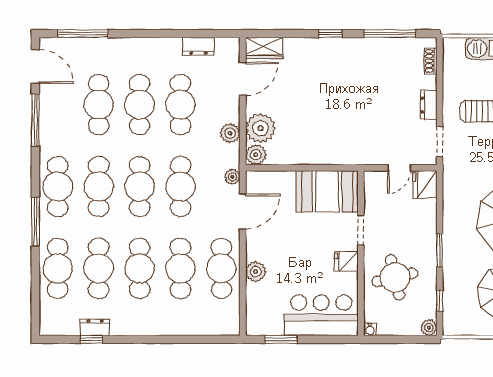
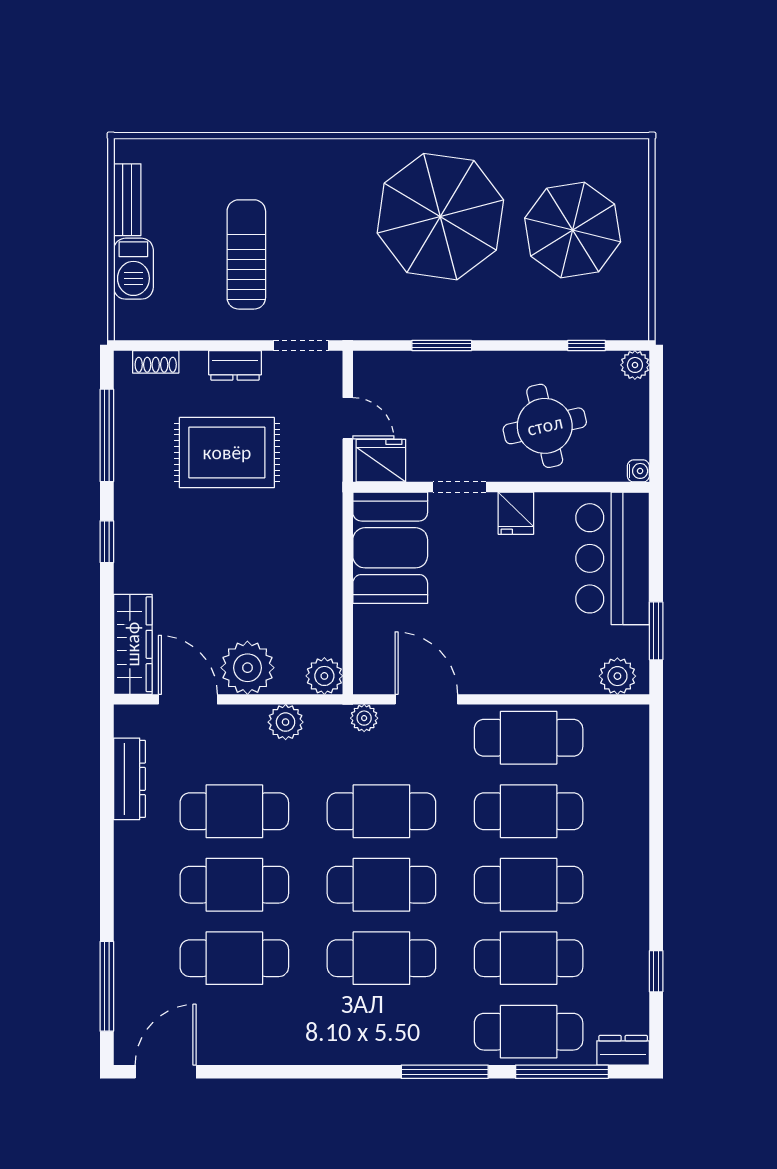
dresser: (198, 46) -> (129, 779), width x1.44
wardrobe: (264, 48) -> (133, 644), width x1.50
rug: (380, 100) -> (227, 453), added
window: (35, 120) -> (562, 1072), moved
plant: (260, 128) -> (247, 668), moved
fridge: (425, 184) -> (381, 461), moved, turned 180
cafe table: (58, 187) -> (381, 1032), removed
window: (440, 250) -> (442, 346), moved
plant: (256, 272) -> (617, 676), moved
dresser: (95, 327) -> (623, 1050), moved, turned 90

